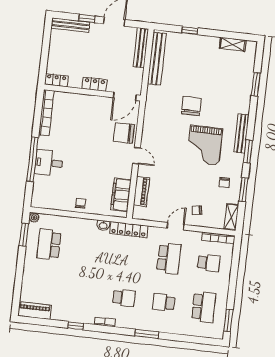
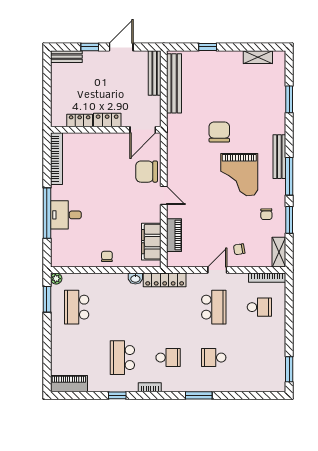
bench: (70, 25) -> (66, 57), width x0.73
locker: (56, 80) -> (80, 121), moved
window: (248, 152) -> (289, 176), width x1.44
school desk: (204, 307) -> (122, 358), moved, turned 180

